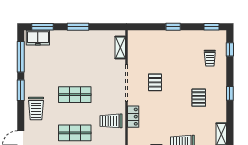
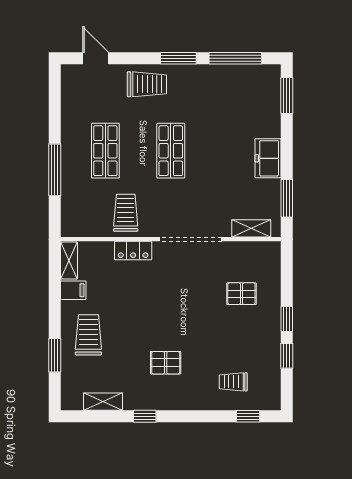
window: (78, 27) -> (287, 198), moved
window: (212, 27) -> (287, 356), moved
freezer: (38, 38) -> (268, 158), moved
pallet: (155, 82) -> (241, 294), moved
window: (230, 93) -> (145, 416), moved
trolley: (36, 109) -> (147, 84), turned 180

